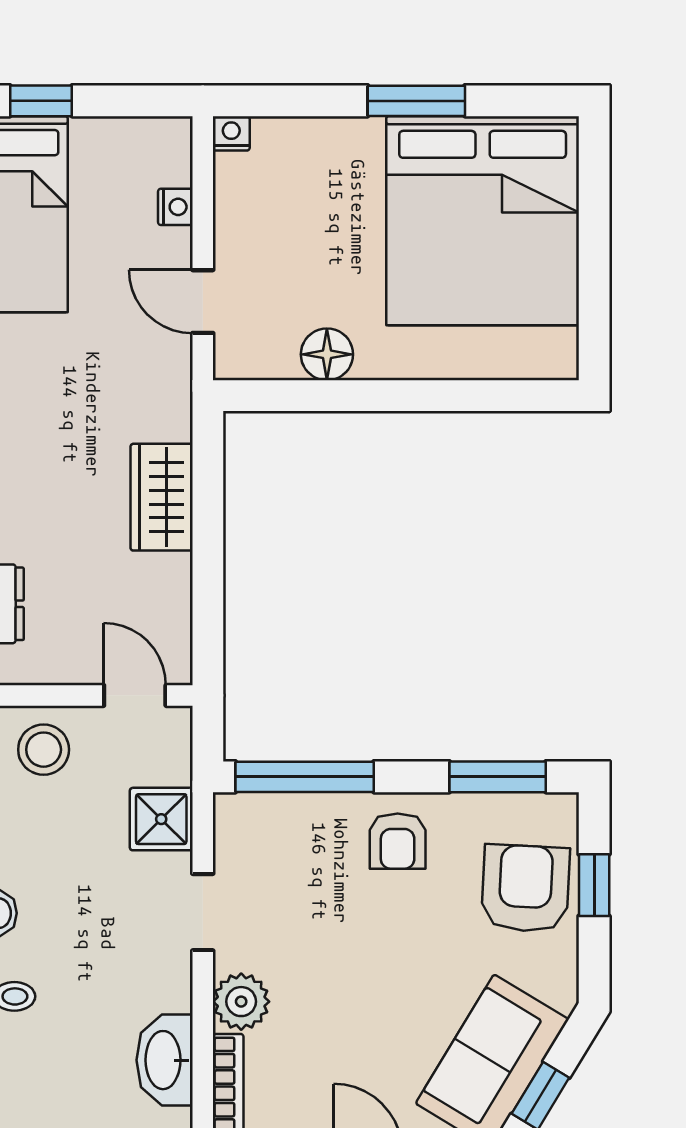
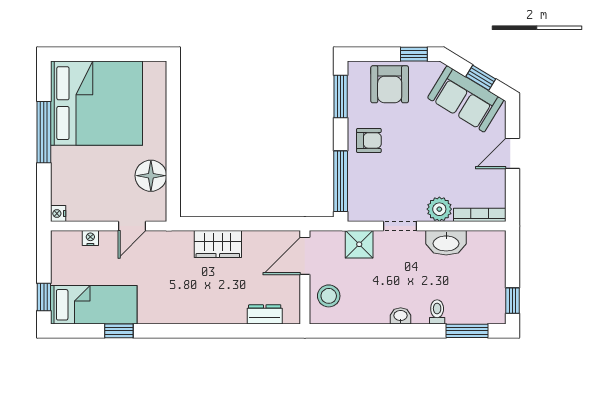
window: (416, 101) -> (44, 132), width x1.44
floor lamp: (327, 354) -> (151, 176), width x1.38, depth x1.38
door: (135, 695) -> (305, 256), width x1.37
window: (594, 885) -> (414, 54), moved
armchair: (525, 888) -> (390, 84), turned -93
washbasin: (165, 1060) -> (446, 243), moved

